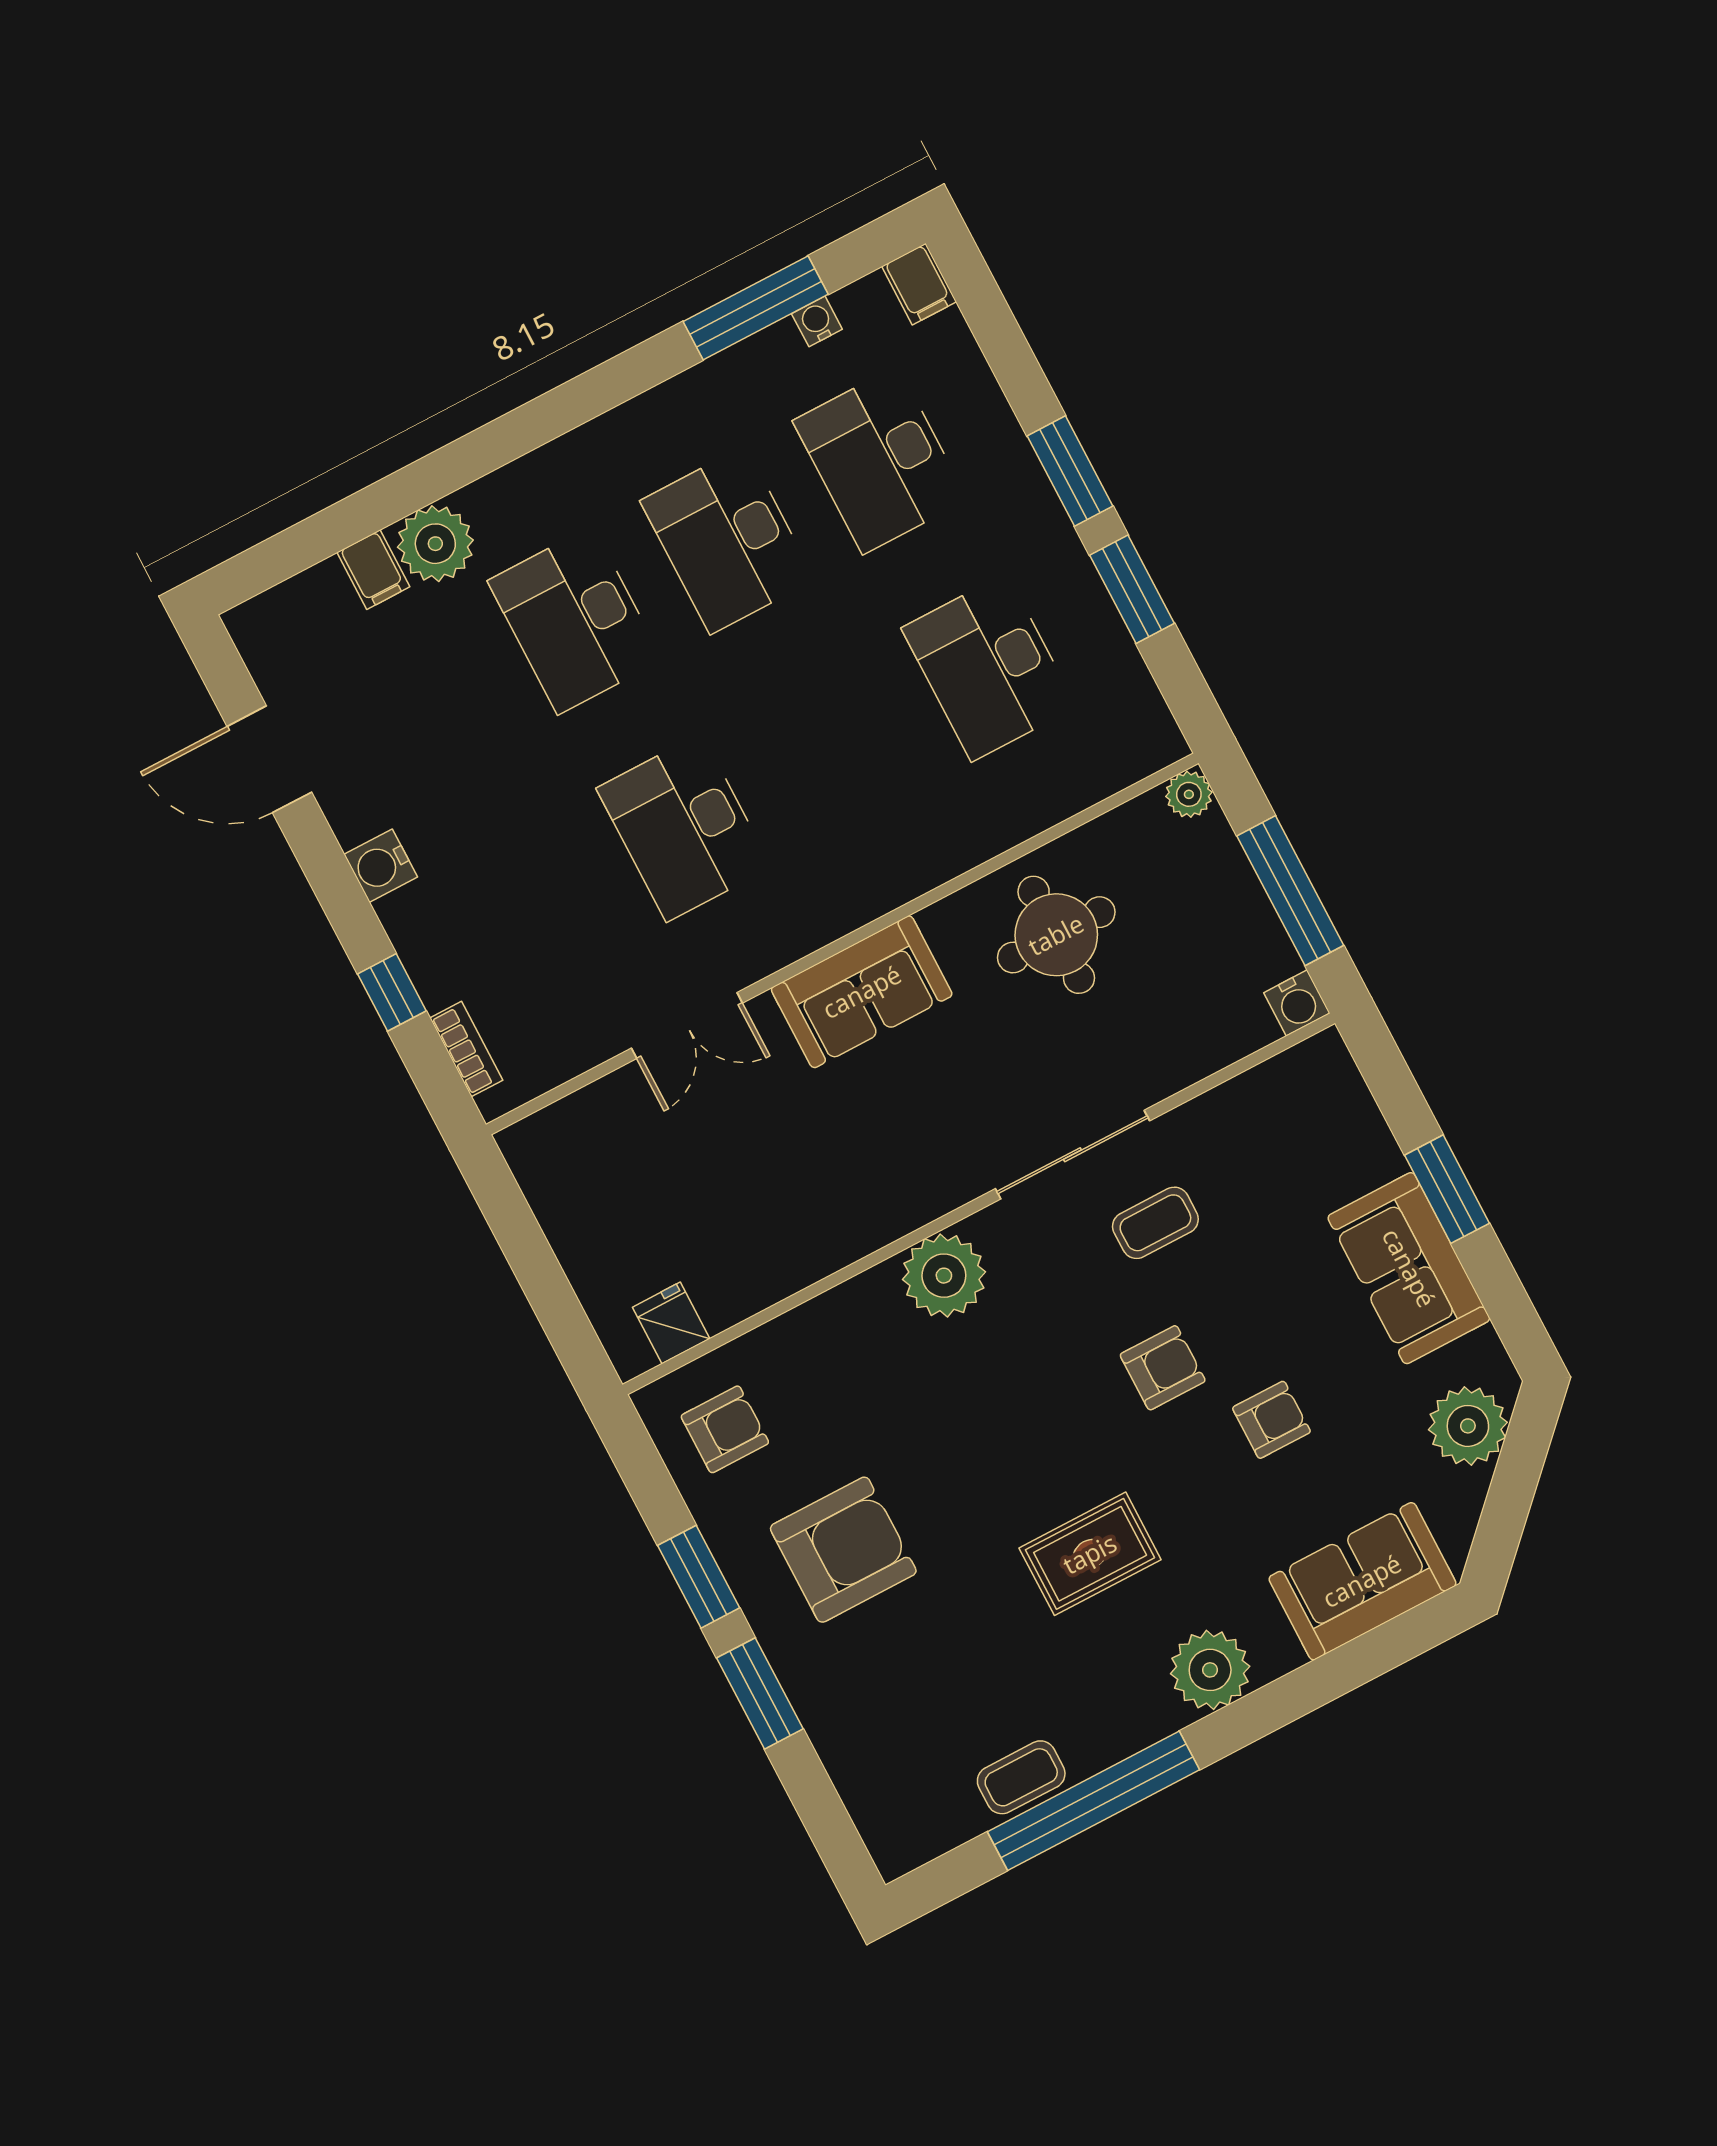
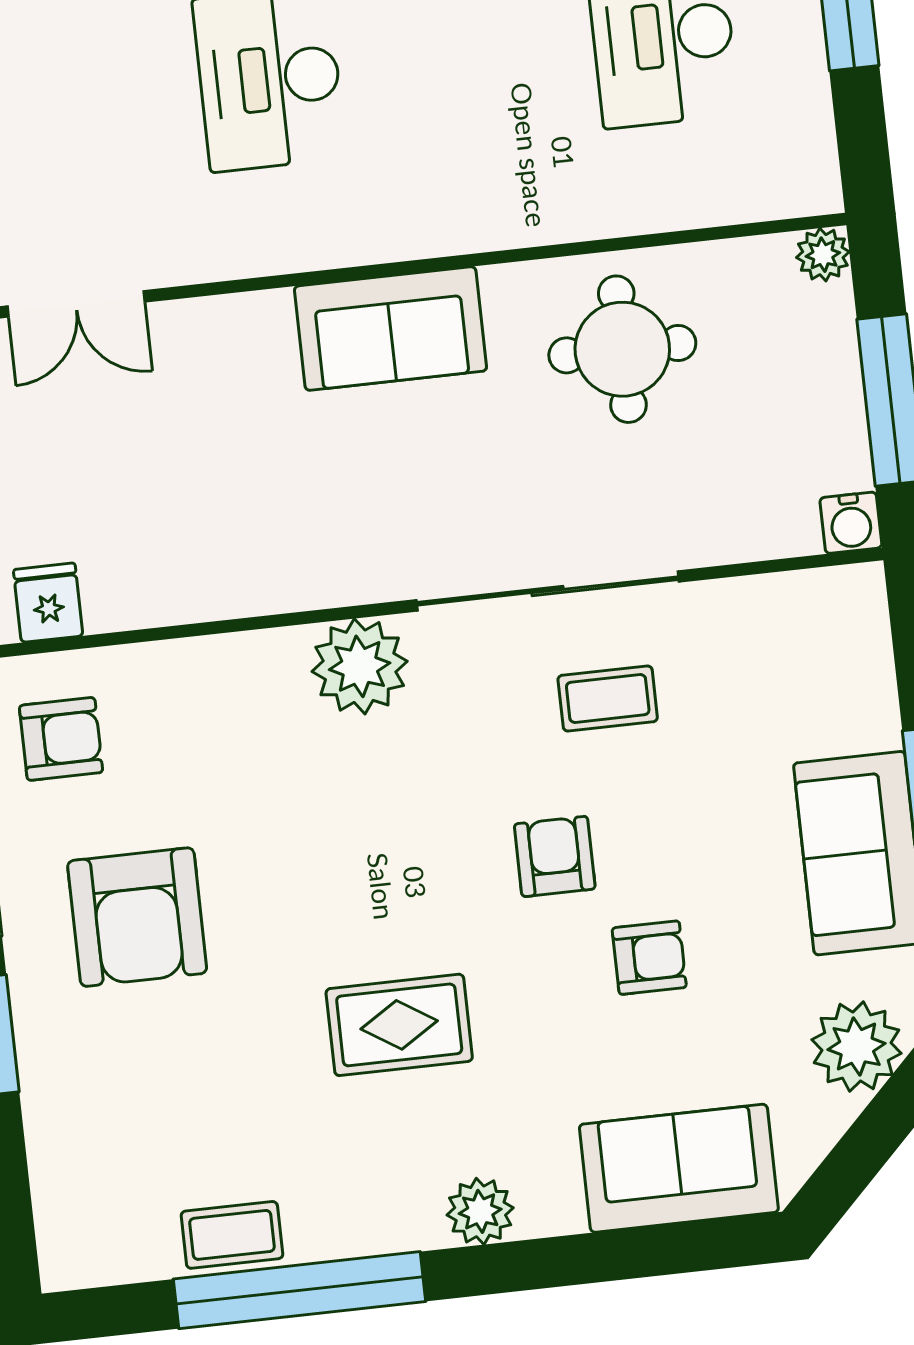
double door: (687, 1026) -> (76, 304), moved
sliding door: (1072, 1155) -> (548, 591), width x1.36
armchair: (1163, 1368) -> (555, 856), turned -90
armchair: (843, 1550) -> (137, 917), turned 90
plant: (1210, 1670) -> (480, 1211), width x0.73, depth x0.73

